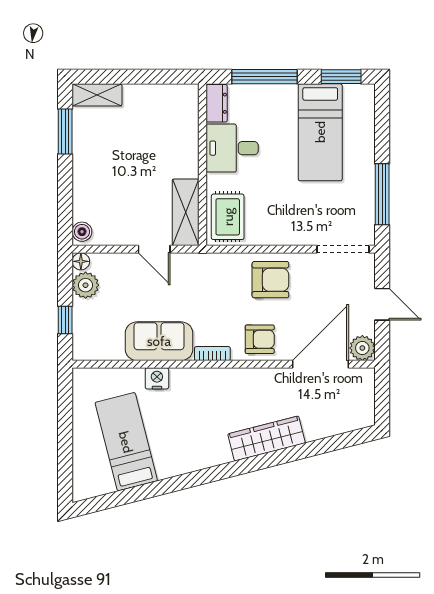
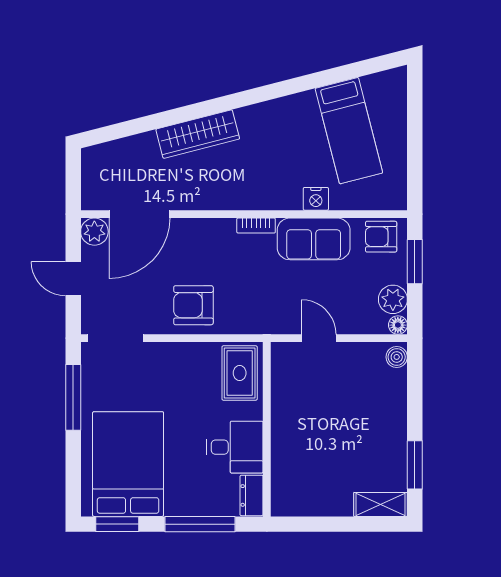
bed: (320, 132) -> (128, 464), width x1.50
shelving: (186, 212) -> (285, 378), removed
window: (65, 320) -> (415, 262), width x1.50
armchair: (260, 339) -> (381, 237), moved

